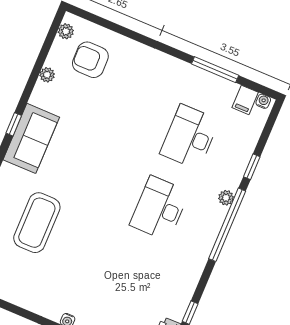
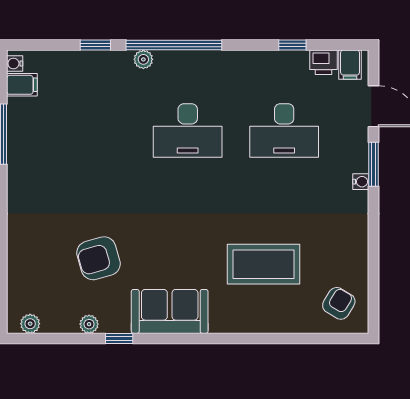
armchair: (90, 60) -> (98, 258), moved, turned 74
window: (14, 124) -> (119, 338), moved
desk: (190, 137) -> (284, 131), moved

